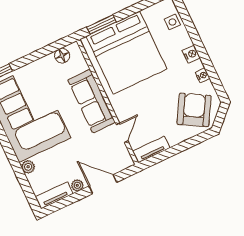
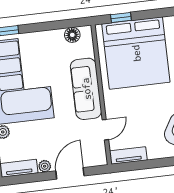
window: (102, 24) -> (121, 17), width x0.67
door: (103, 184) -> (70, 173), hinge flipped

